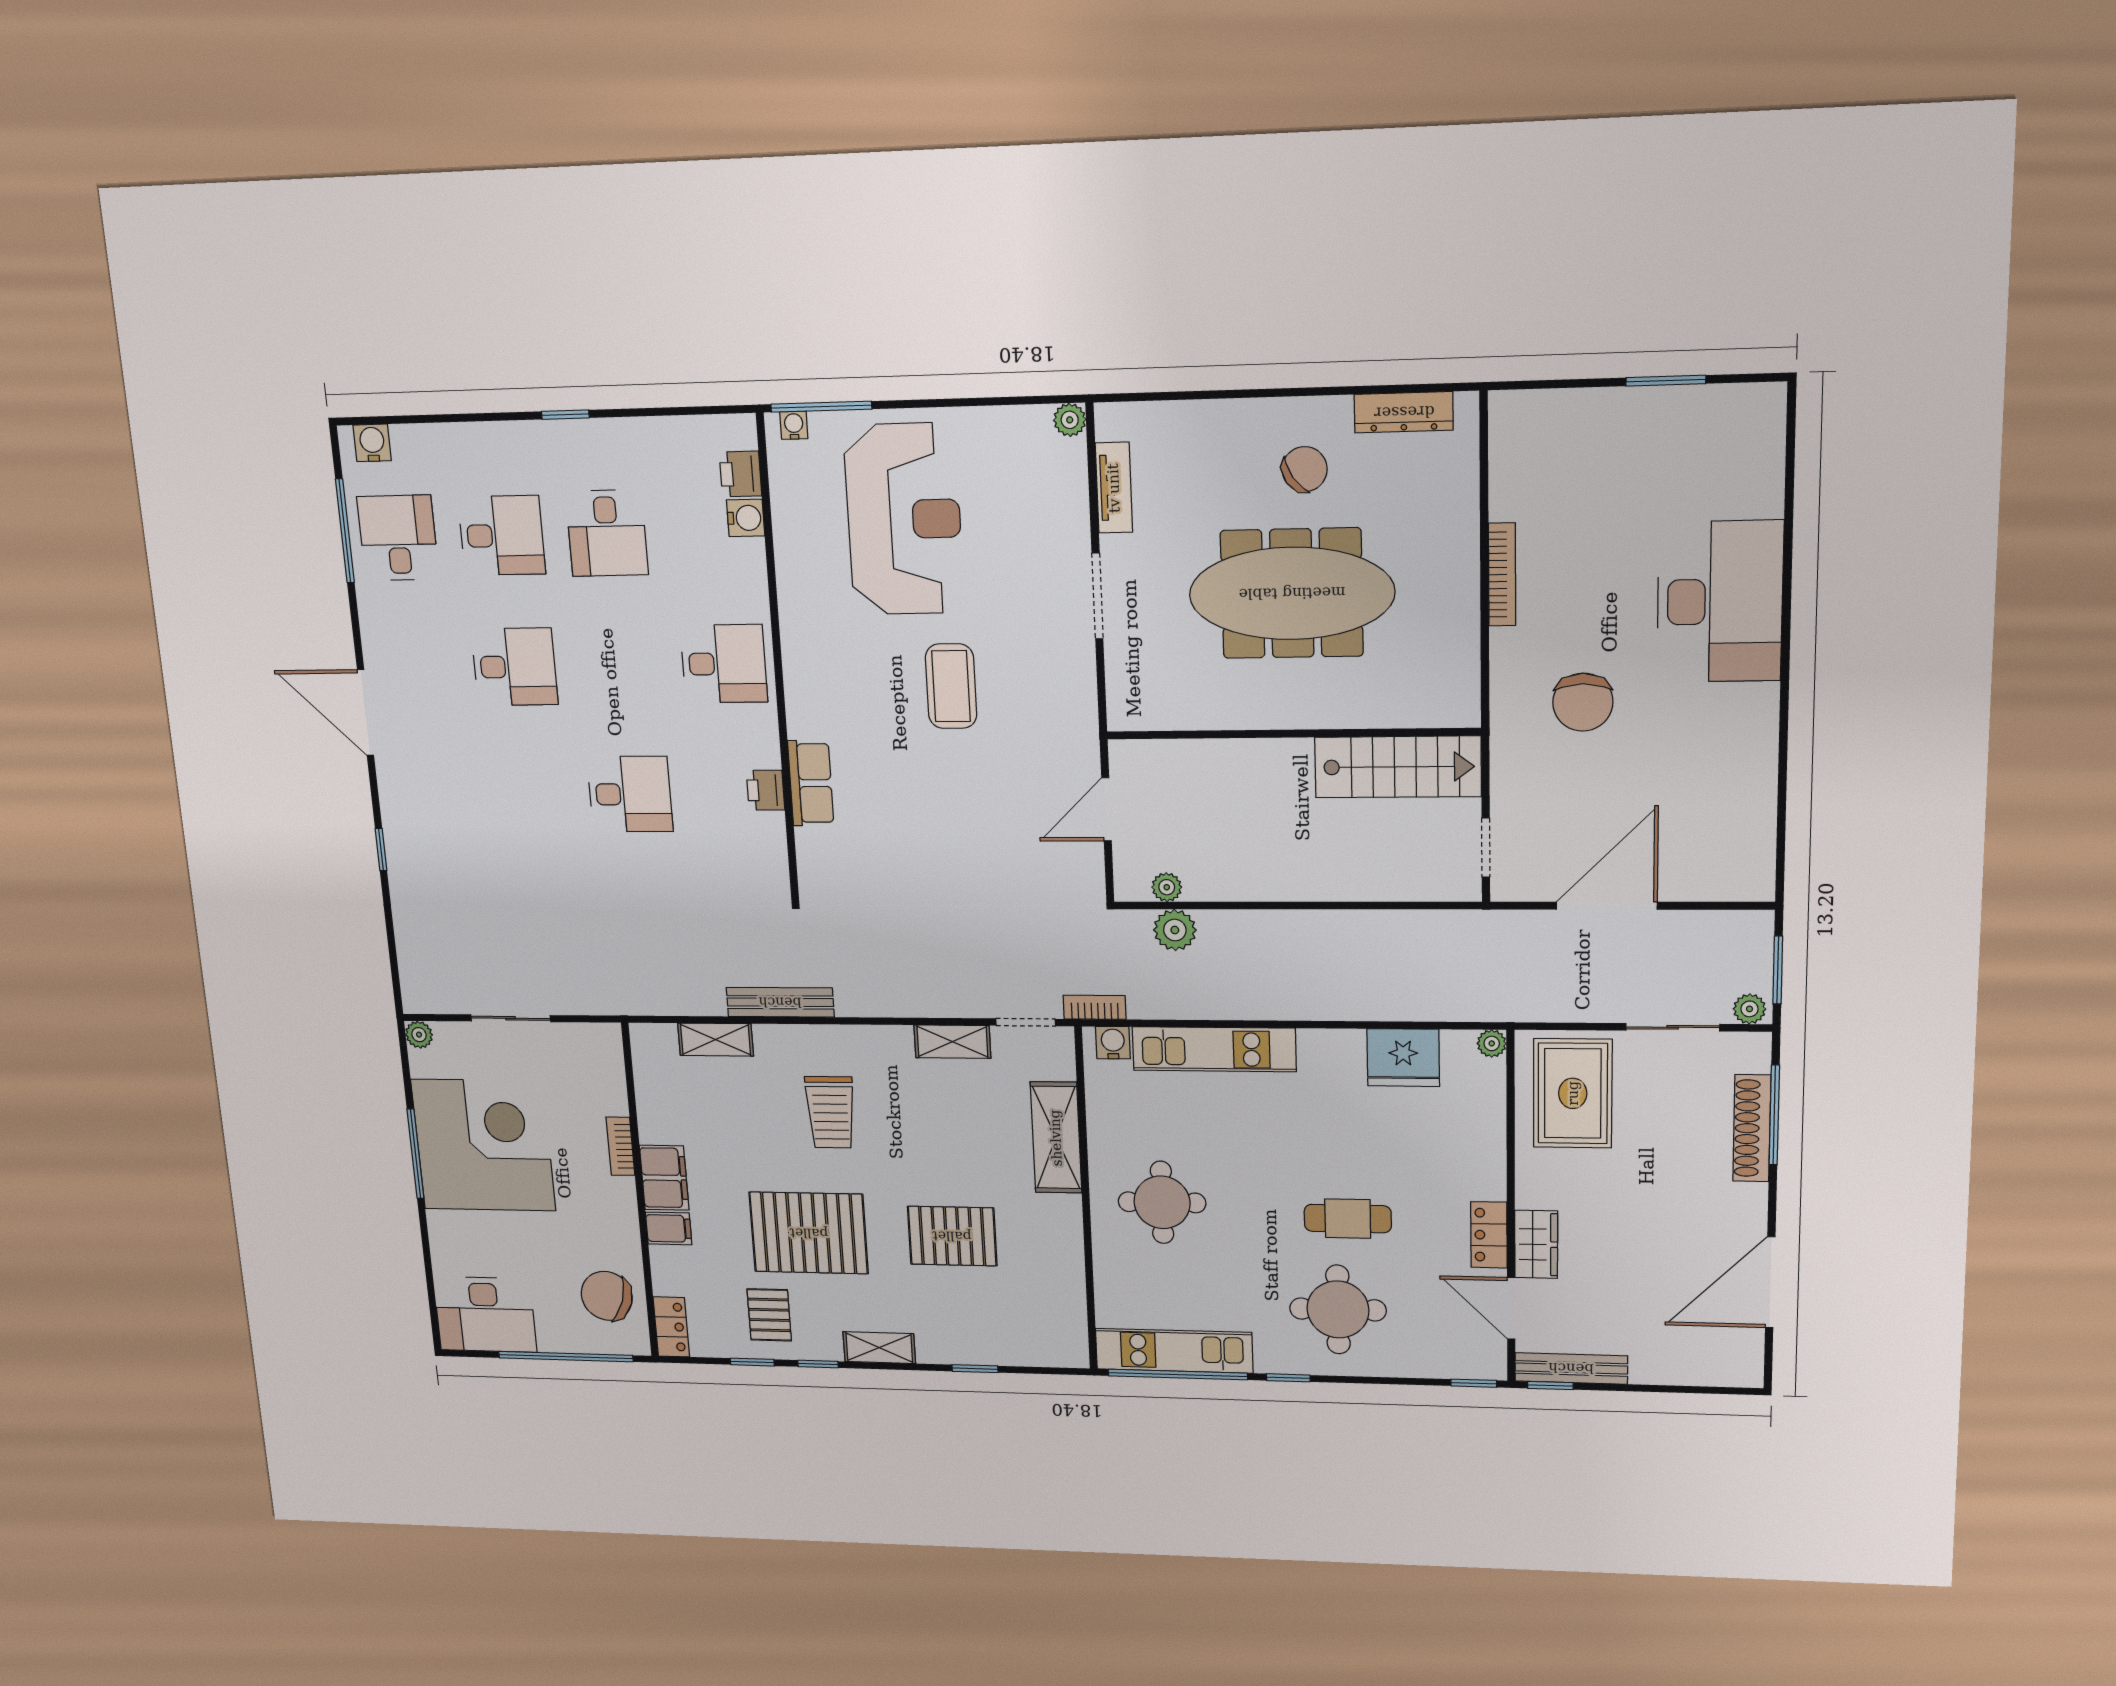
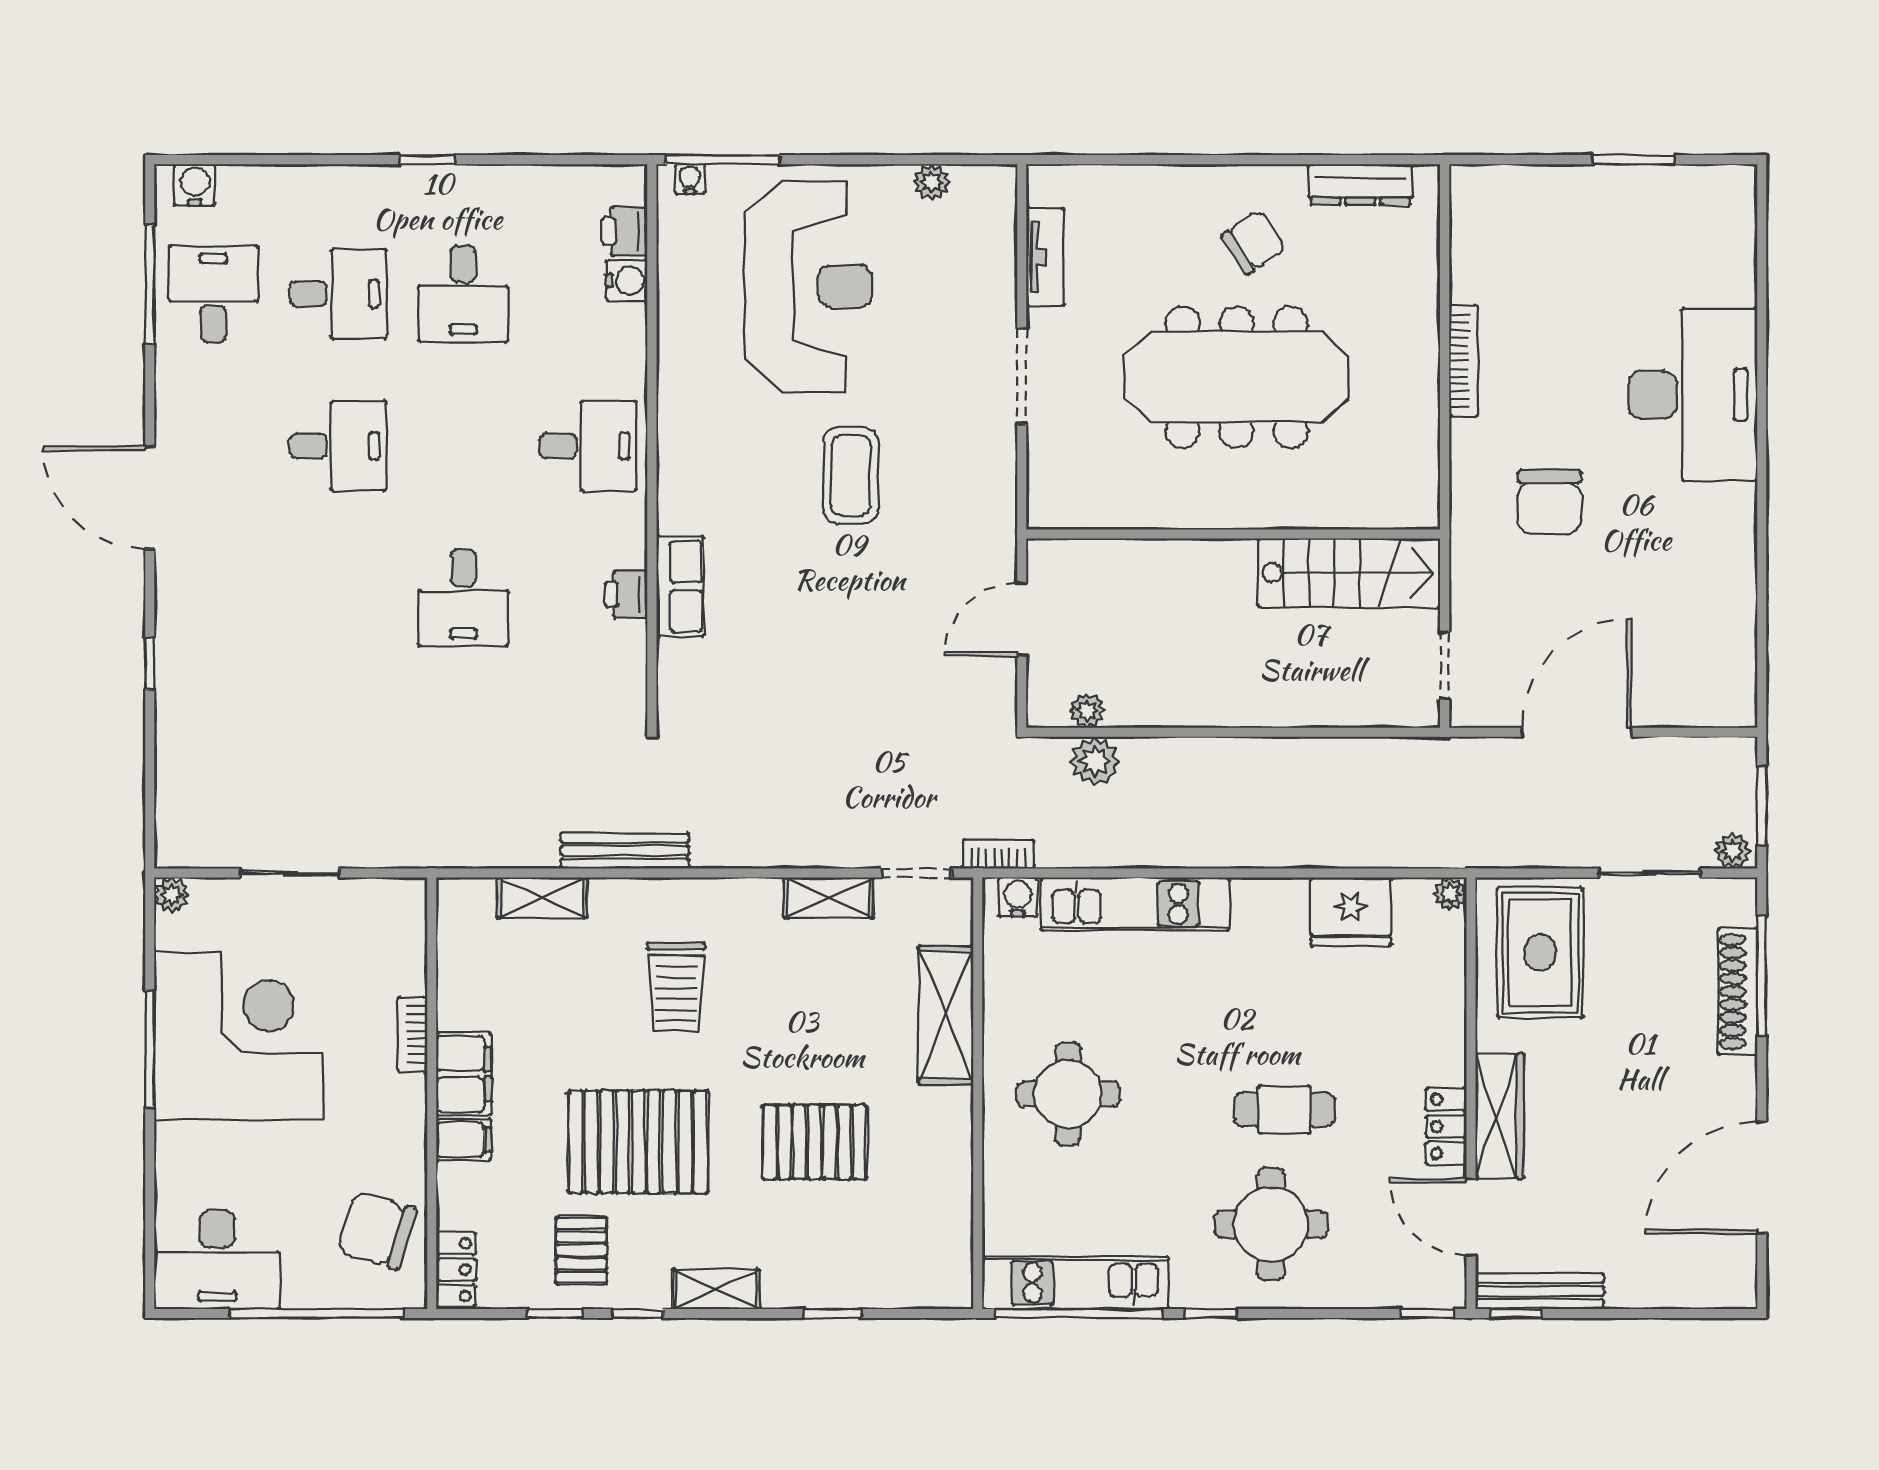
plant: (1070, 420) -> (932, 182), moved
desk: (630, 794) -> (463, 598), turned 90
wardrobe: (1536, 1244) -> (1500, 1116), width x1.50

